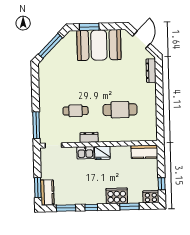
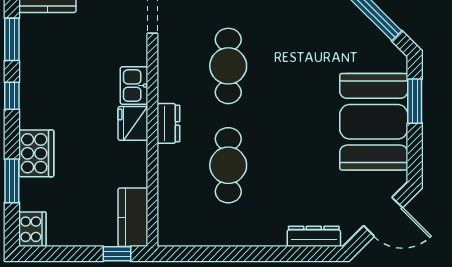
cafe table: (76, 111) -> (228, 66), width x1.37, depth x1.35
dresser: (89, 137) -> (168, 123), moved
window: (162, 184) -> (117, 254), moved

